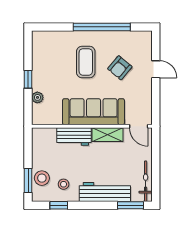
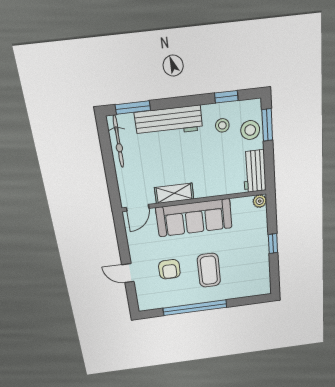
armchair: (120, 68) -> (169, 269), turned 140
plant: (37, 97) -> (260, 201), moved
door: (139, 126) -> (138, 208), swing flipped
workbench: (74, 137) -> (254, 171), moved, turned -90

